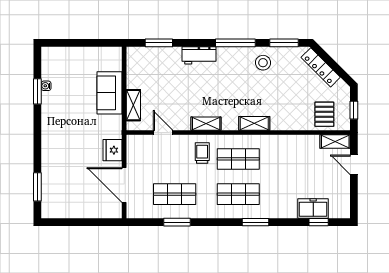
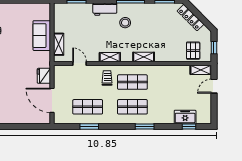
stool: (263, 63) -> (125, 23), moved
door: (354, 165) -> (214, 86), hinge flipped

